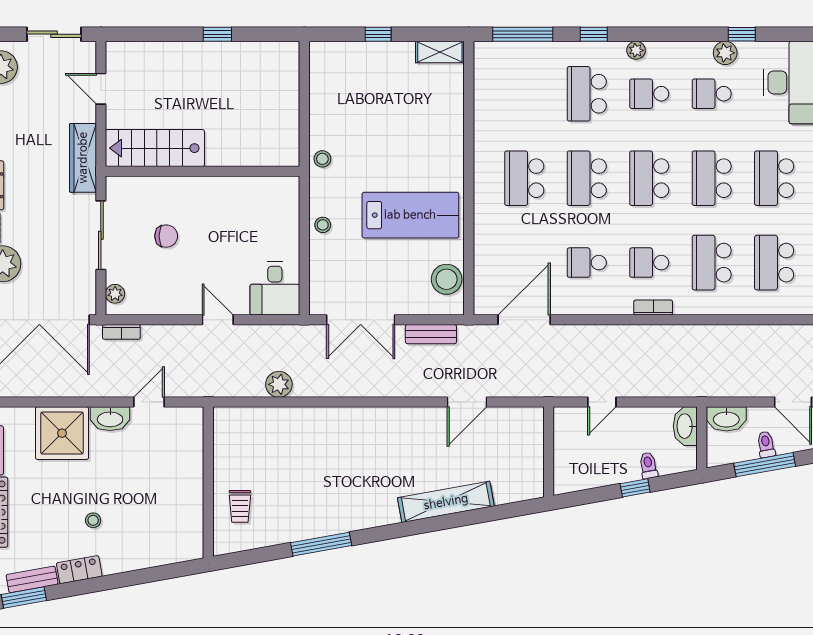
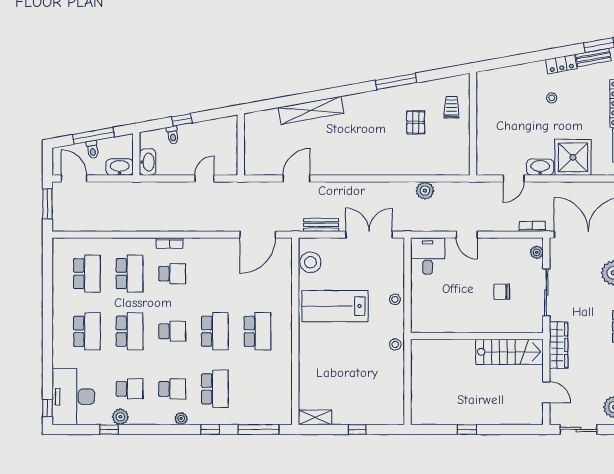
school desk: (649, 178) -> (172, 331), width x0.54
school desk: (587, 263) -> (215, 274), removed
pallet: (293, 484) -> (416, 122), added

